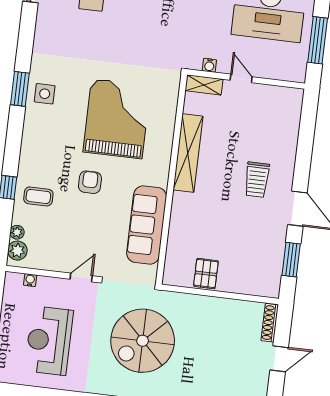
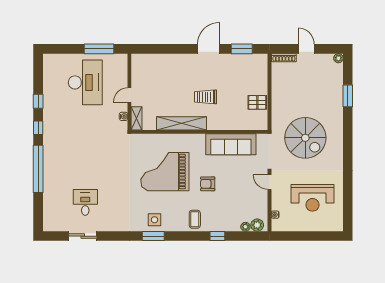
trolley: (257, 180) -> (205, 97), moved, turned 180
coffee table: (38, 196) -> (195, 219), moved

